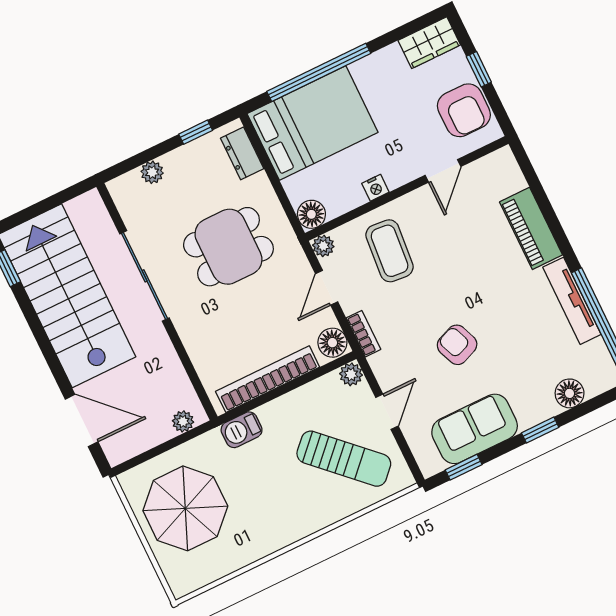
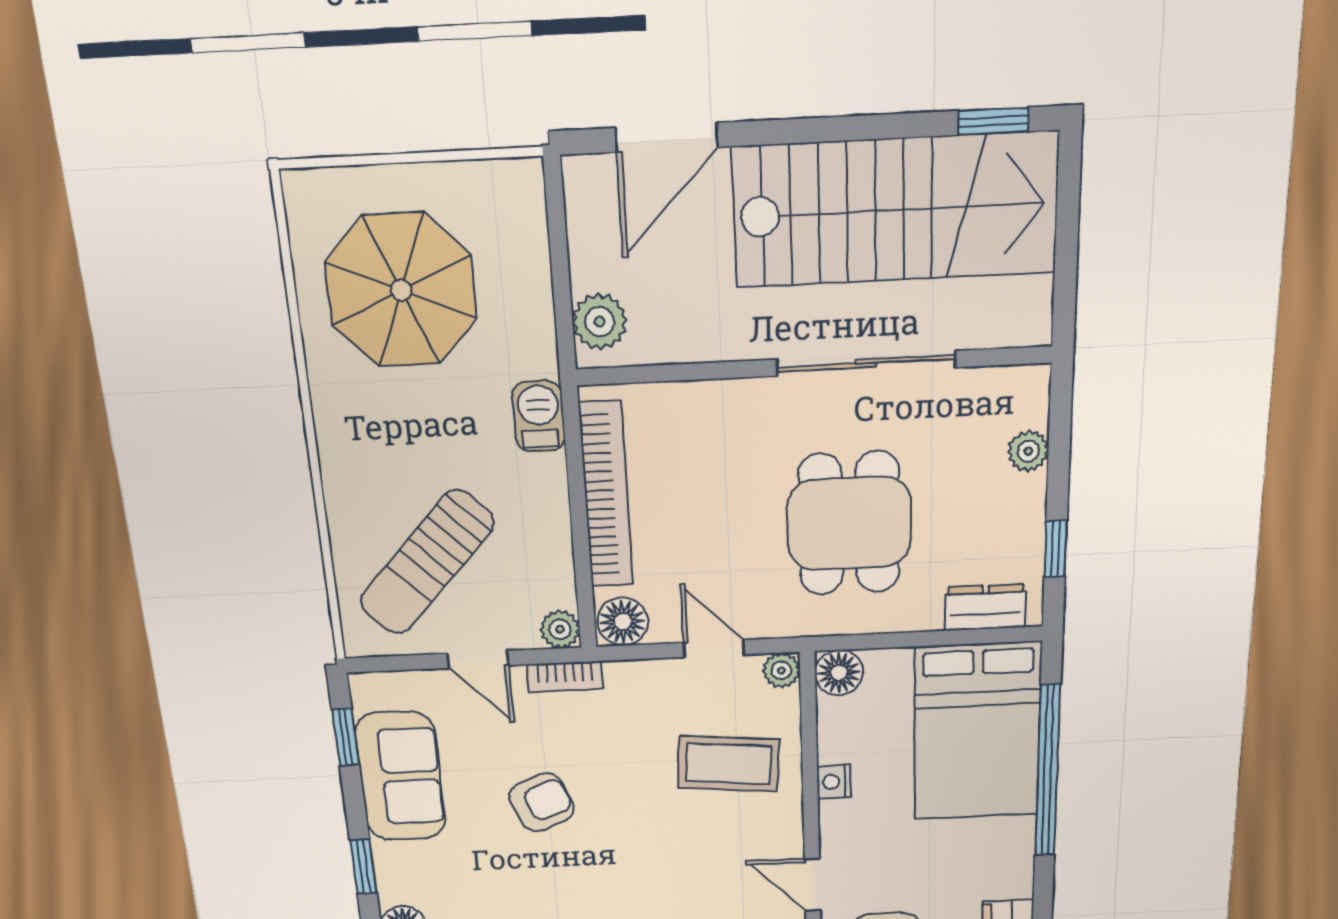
bookcase: (363, 334) -> (565, 677), moved
plant: (183, 421) -> (600, 322), width x1.38, depth x1.38
parasol: (185, 508) -> (401, 290), moved

